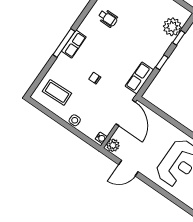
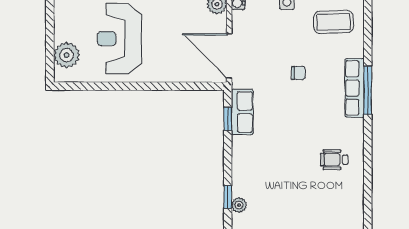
plant: (172, 27) -> (239, 205), width x0.53, depth x0.53
row of seats: (74, 44) -> (355, 88), width x1.48
window: (162, 62) -> (228, 119), moved

